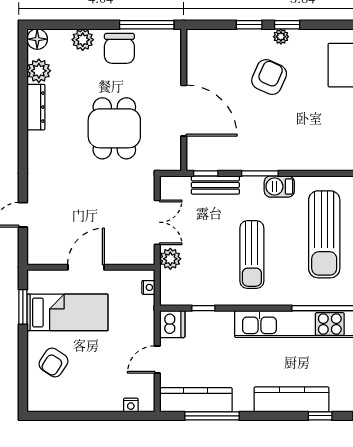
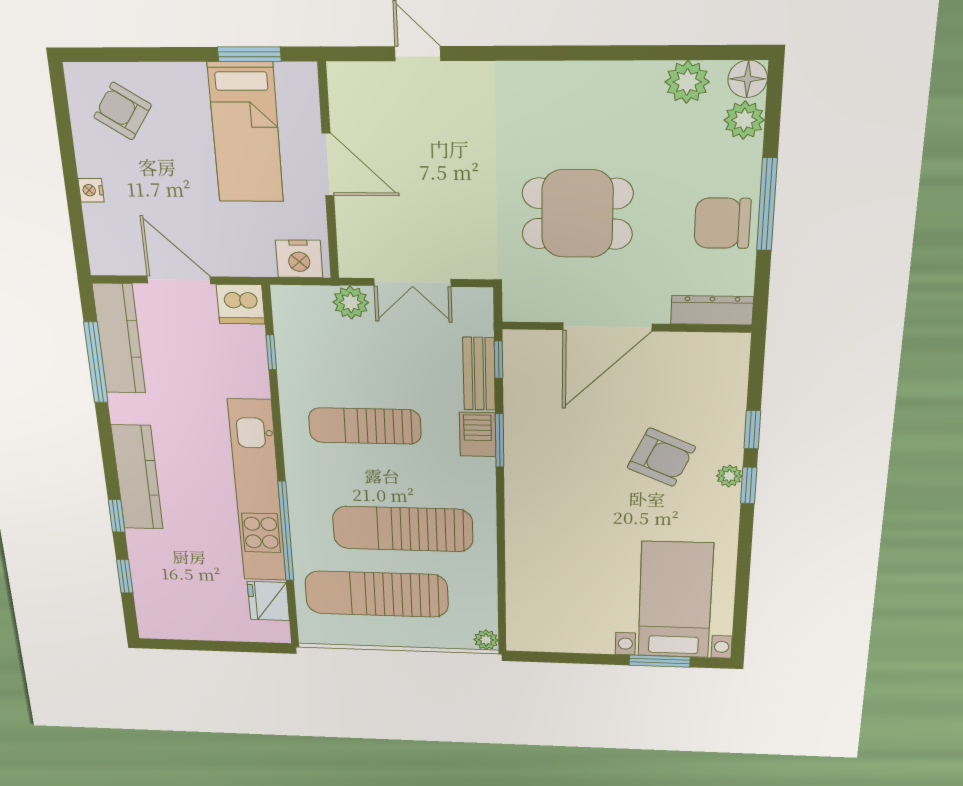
window: (147, 25) -> (767, 204), moved
plant: (83, 40) -> (744, 120), moved
dresser: (36, 107) -> (712, 310), moved, turned 180
barbecue: (279, 187) -> (478, 434), moved
nightstand: (148, 287) -> (299, 259), width x1.89, depth x1.79
door: (157, 359) -> (179, 280), width x1.38
armchair: (53, 362) -> (122, 111), moved
nightstand: (131, 405) -> (91, 190), moved

